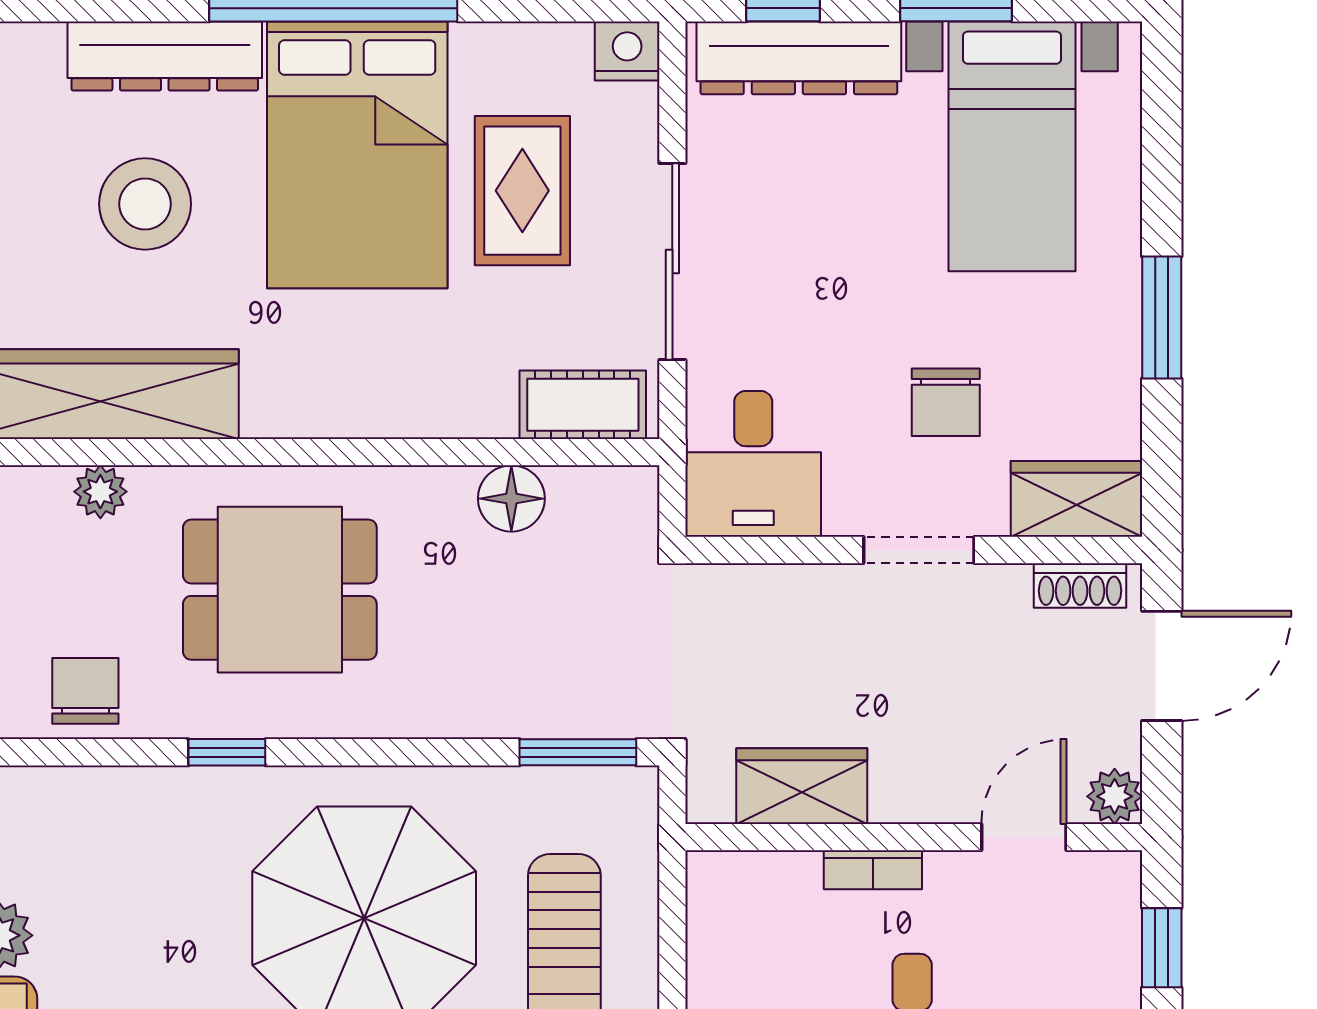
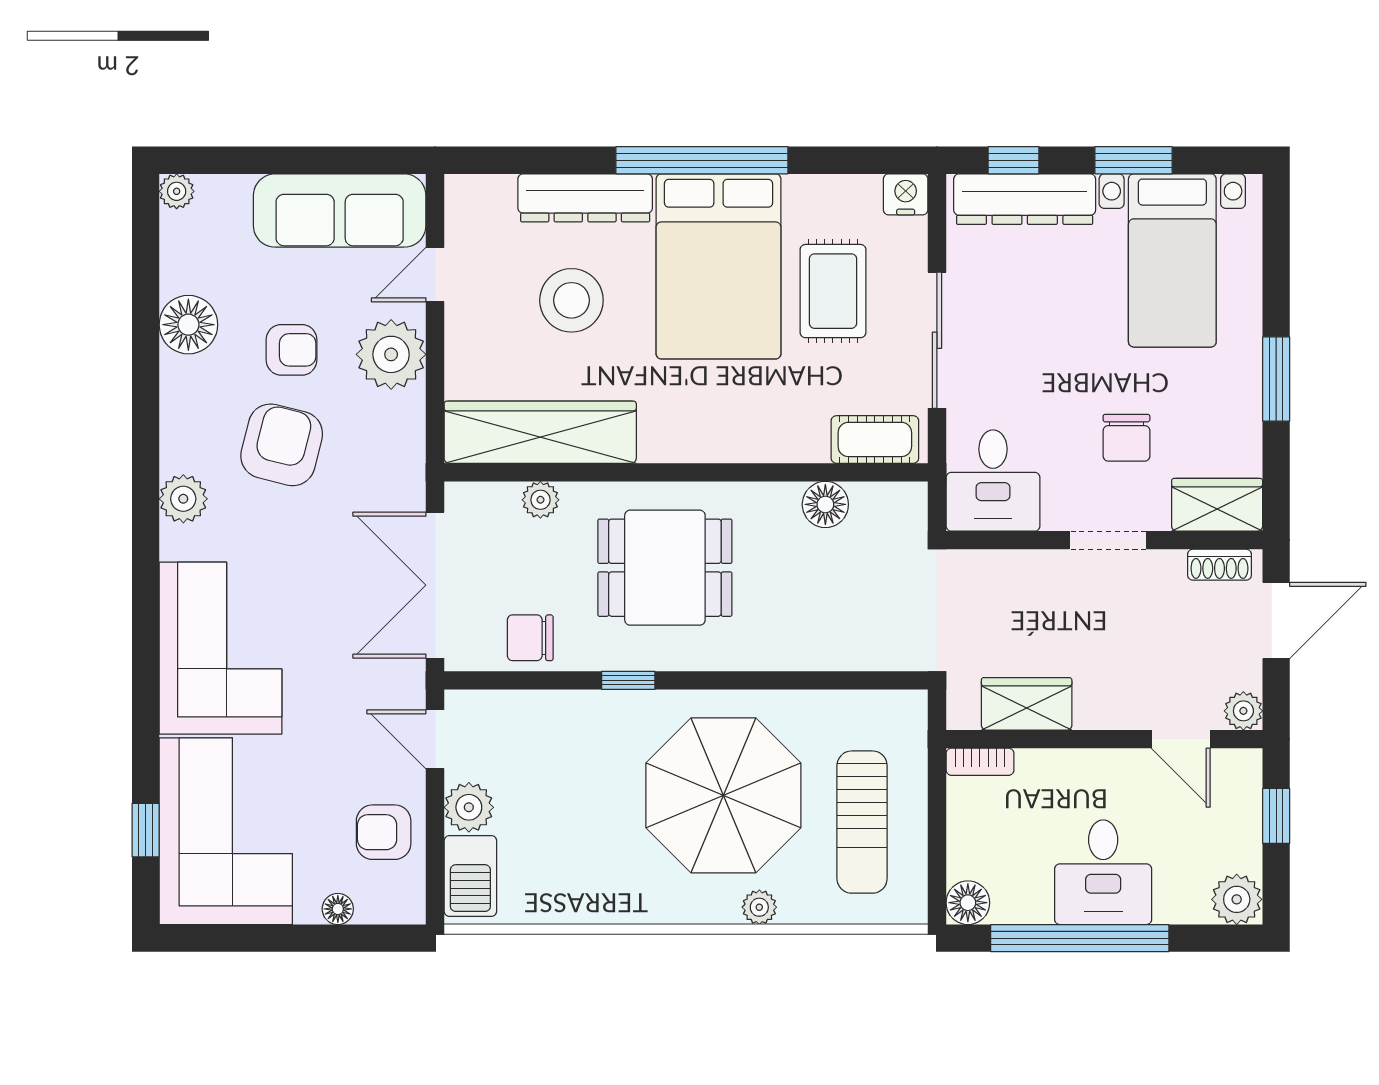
chair: (85, 691) -> (530, 638), turned -90
window: (578, 752) -> (871, 680), removed
door: (1024, 837) -> (1181, 739), swing flipped
bookcase: (873, 870) -> (980, 762), moved

